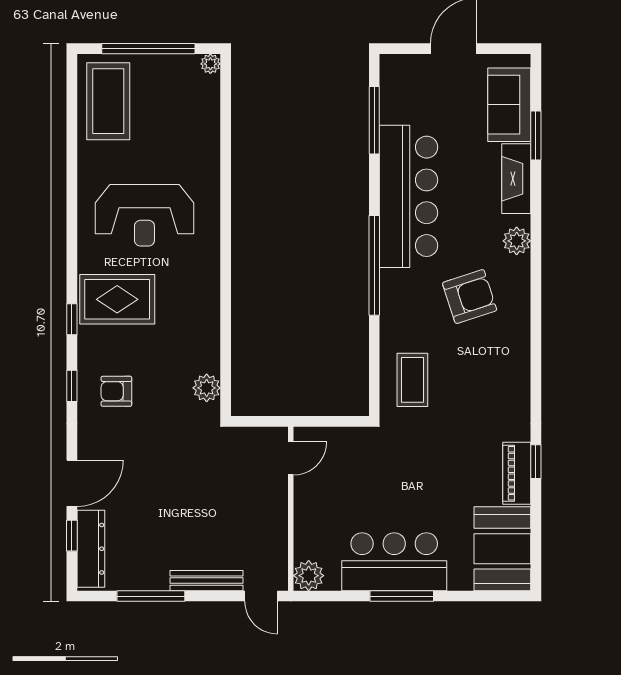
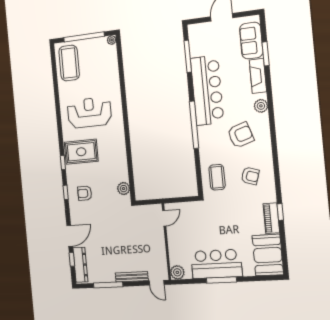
reception desk: (144, 215) -> (89, 113), turned 180
armchair: (482, 383) -> (250, 176), added

